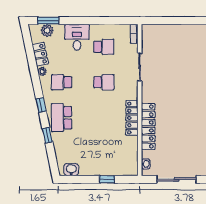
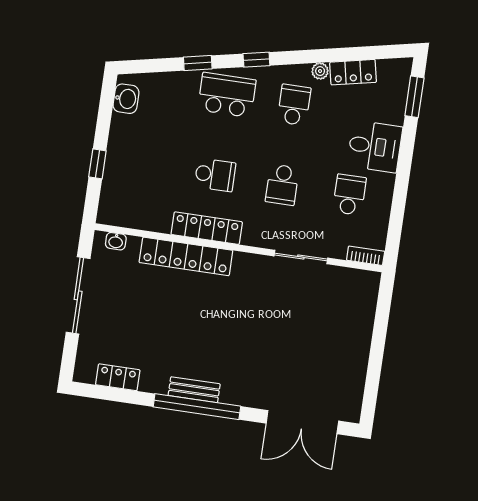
plant: (47, 30) -> (396, 92), removed
school desk: (104, 47) -> (349, 195), turned 180
school desk: (104, 118) -> (215, 175), added

